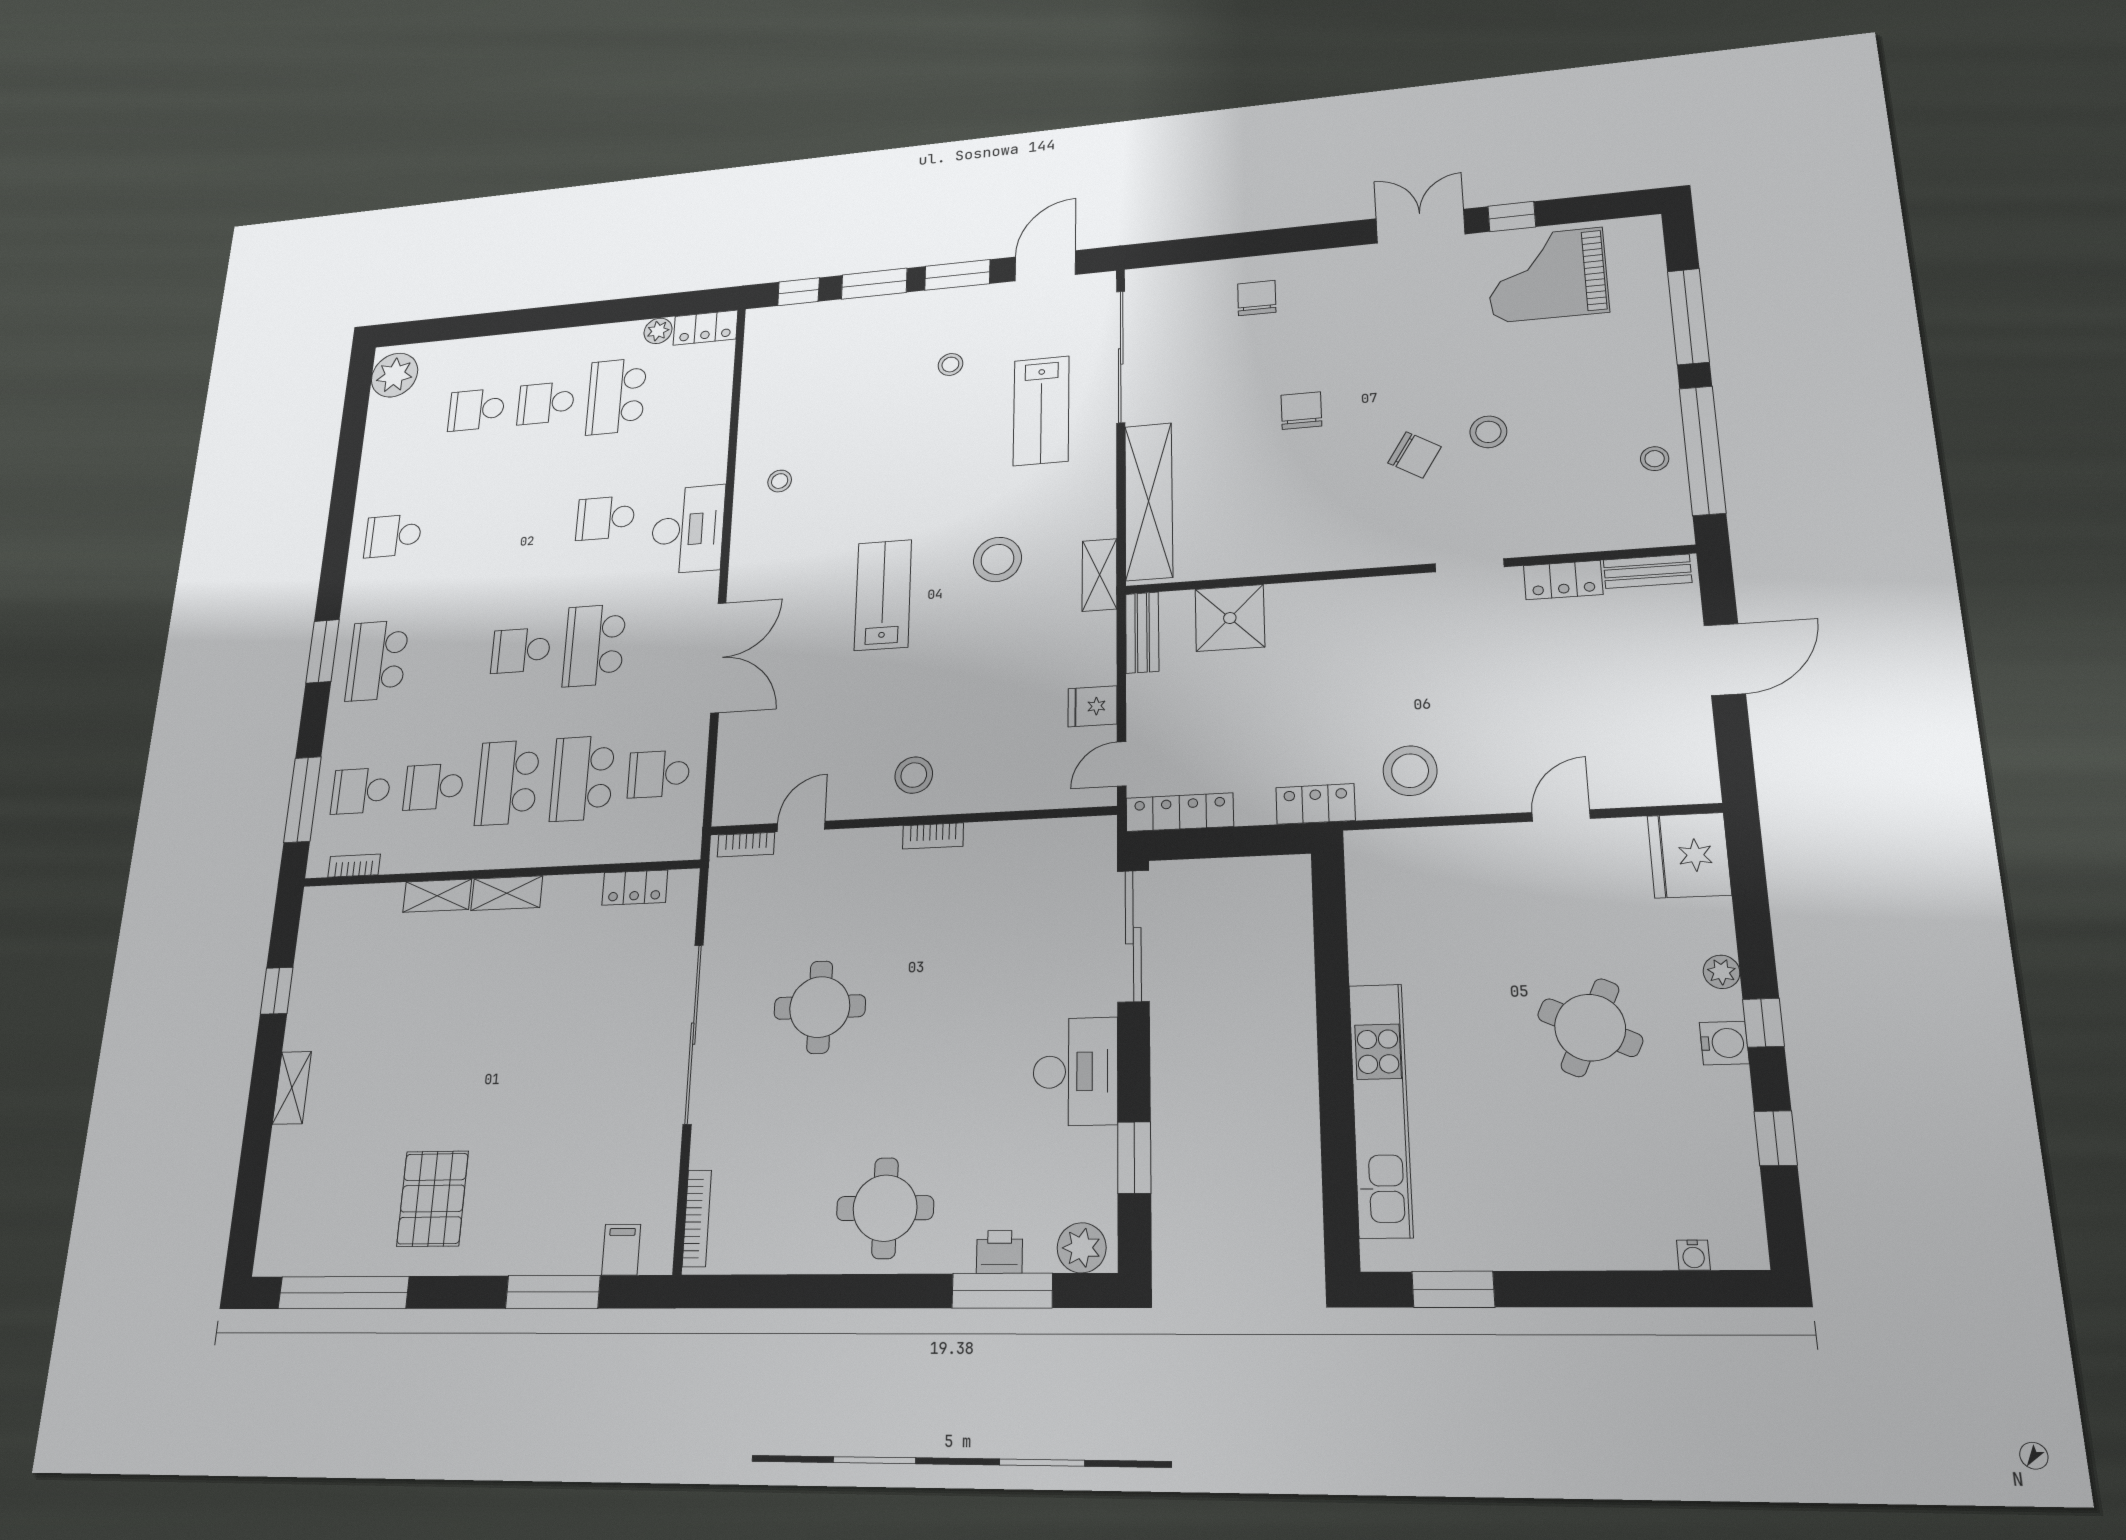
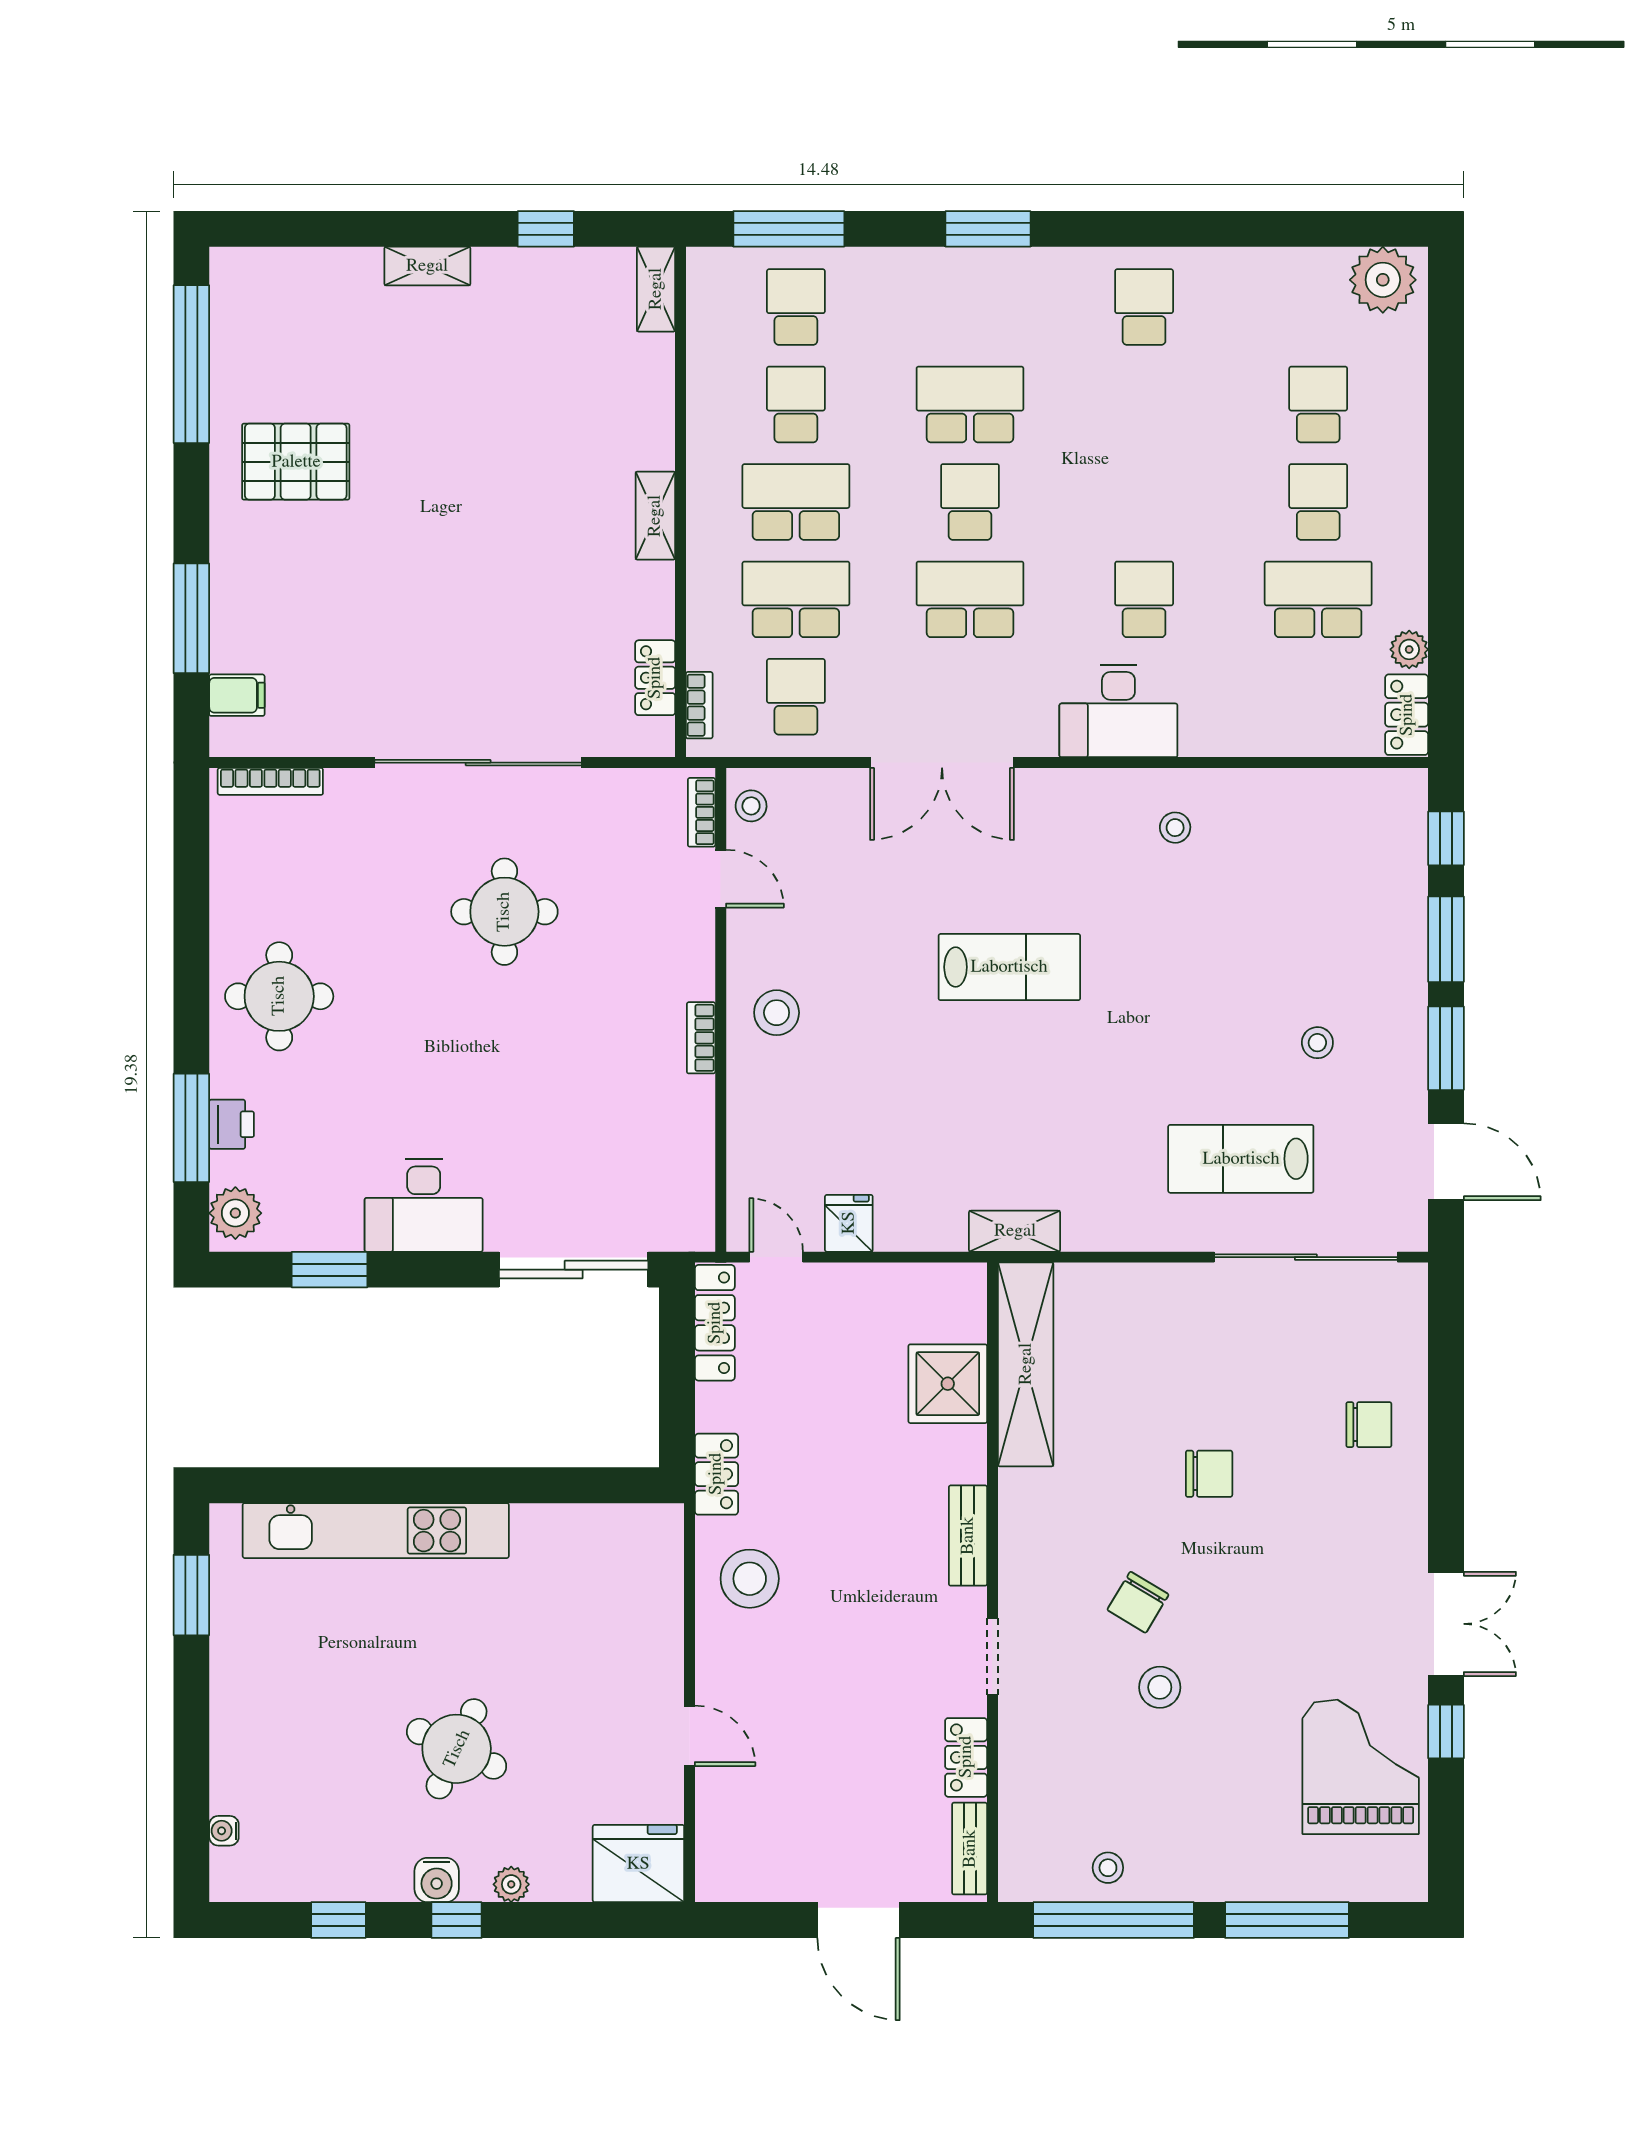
shelving: (1149, 501) -> (1026, 1364), moved, turned 90
stool: (997, 559) -> (751, 806), moved, width x0.53, depth x0.53
bench: (1142, 633) -> (968, 1536), moved, turned 90
school desk: (377, 660) -> (970, 405), moved
bookcase: (354, 866) -> (699, 705), moved
shelving: (437, 896) -> (656, 289), moved

